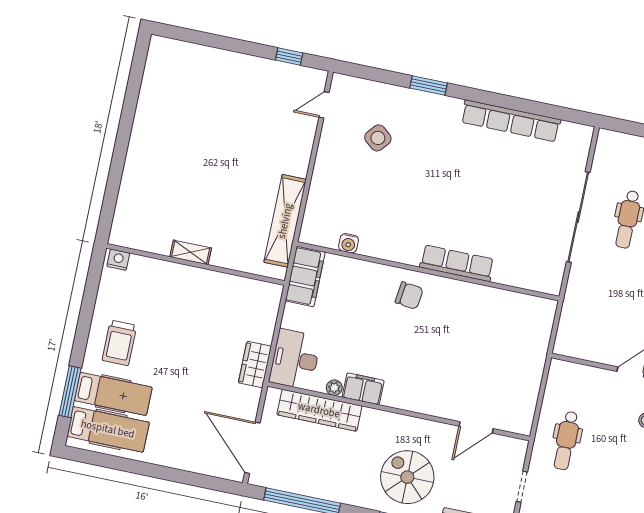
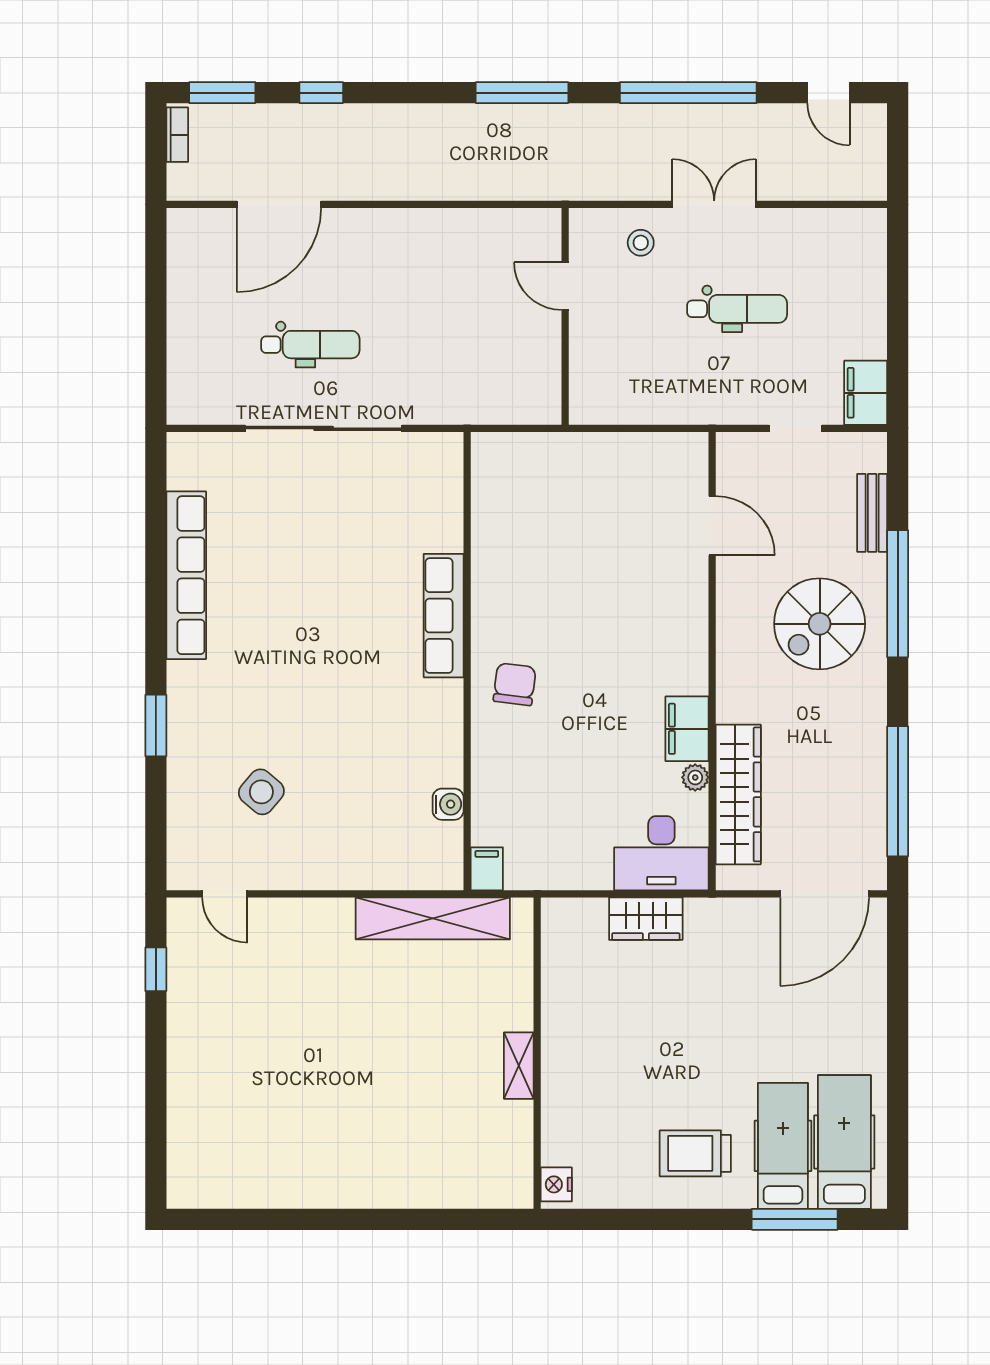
filing cabinet: (305, 276) -> (487, 869), width x0.33, depth x0.86
trolley: (119, 343) -> (695, 1153), turned 180
wardrobe: (255, 365) -> (646, 919), moved
dental chair: (566, 441) -> (737, 309), moved

